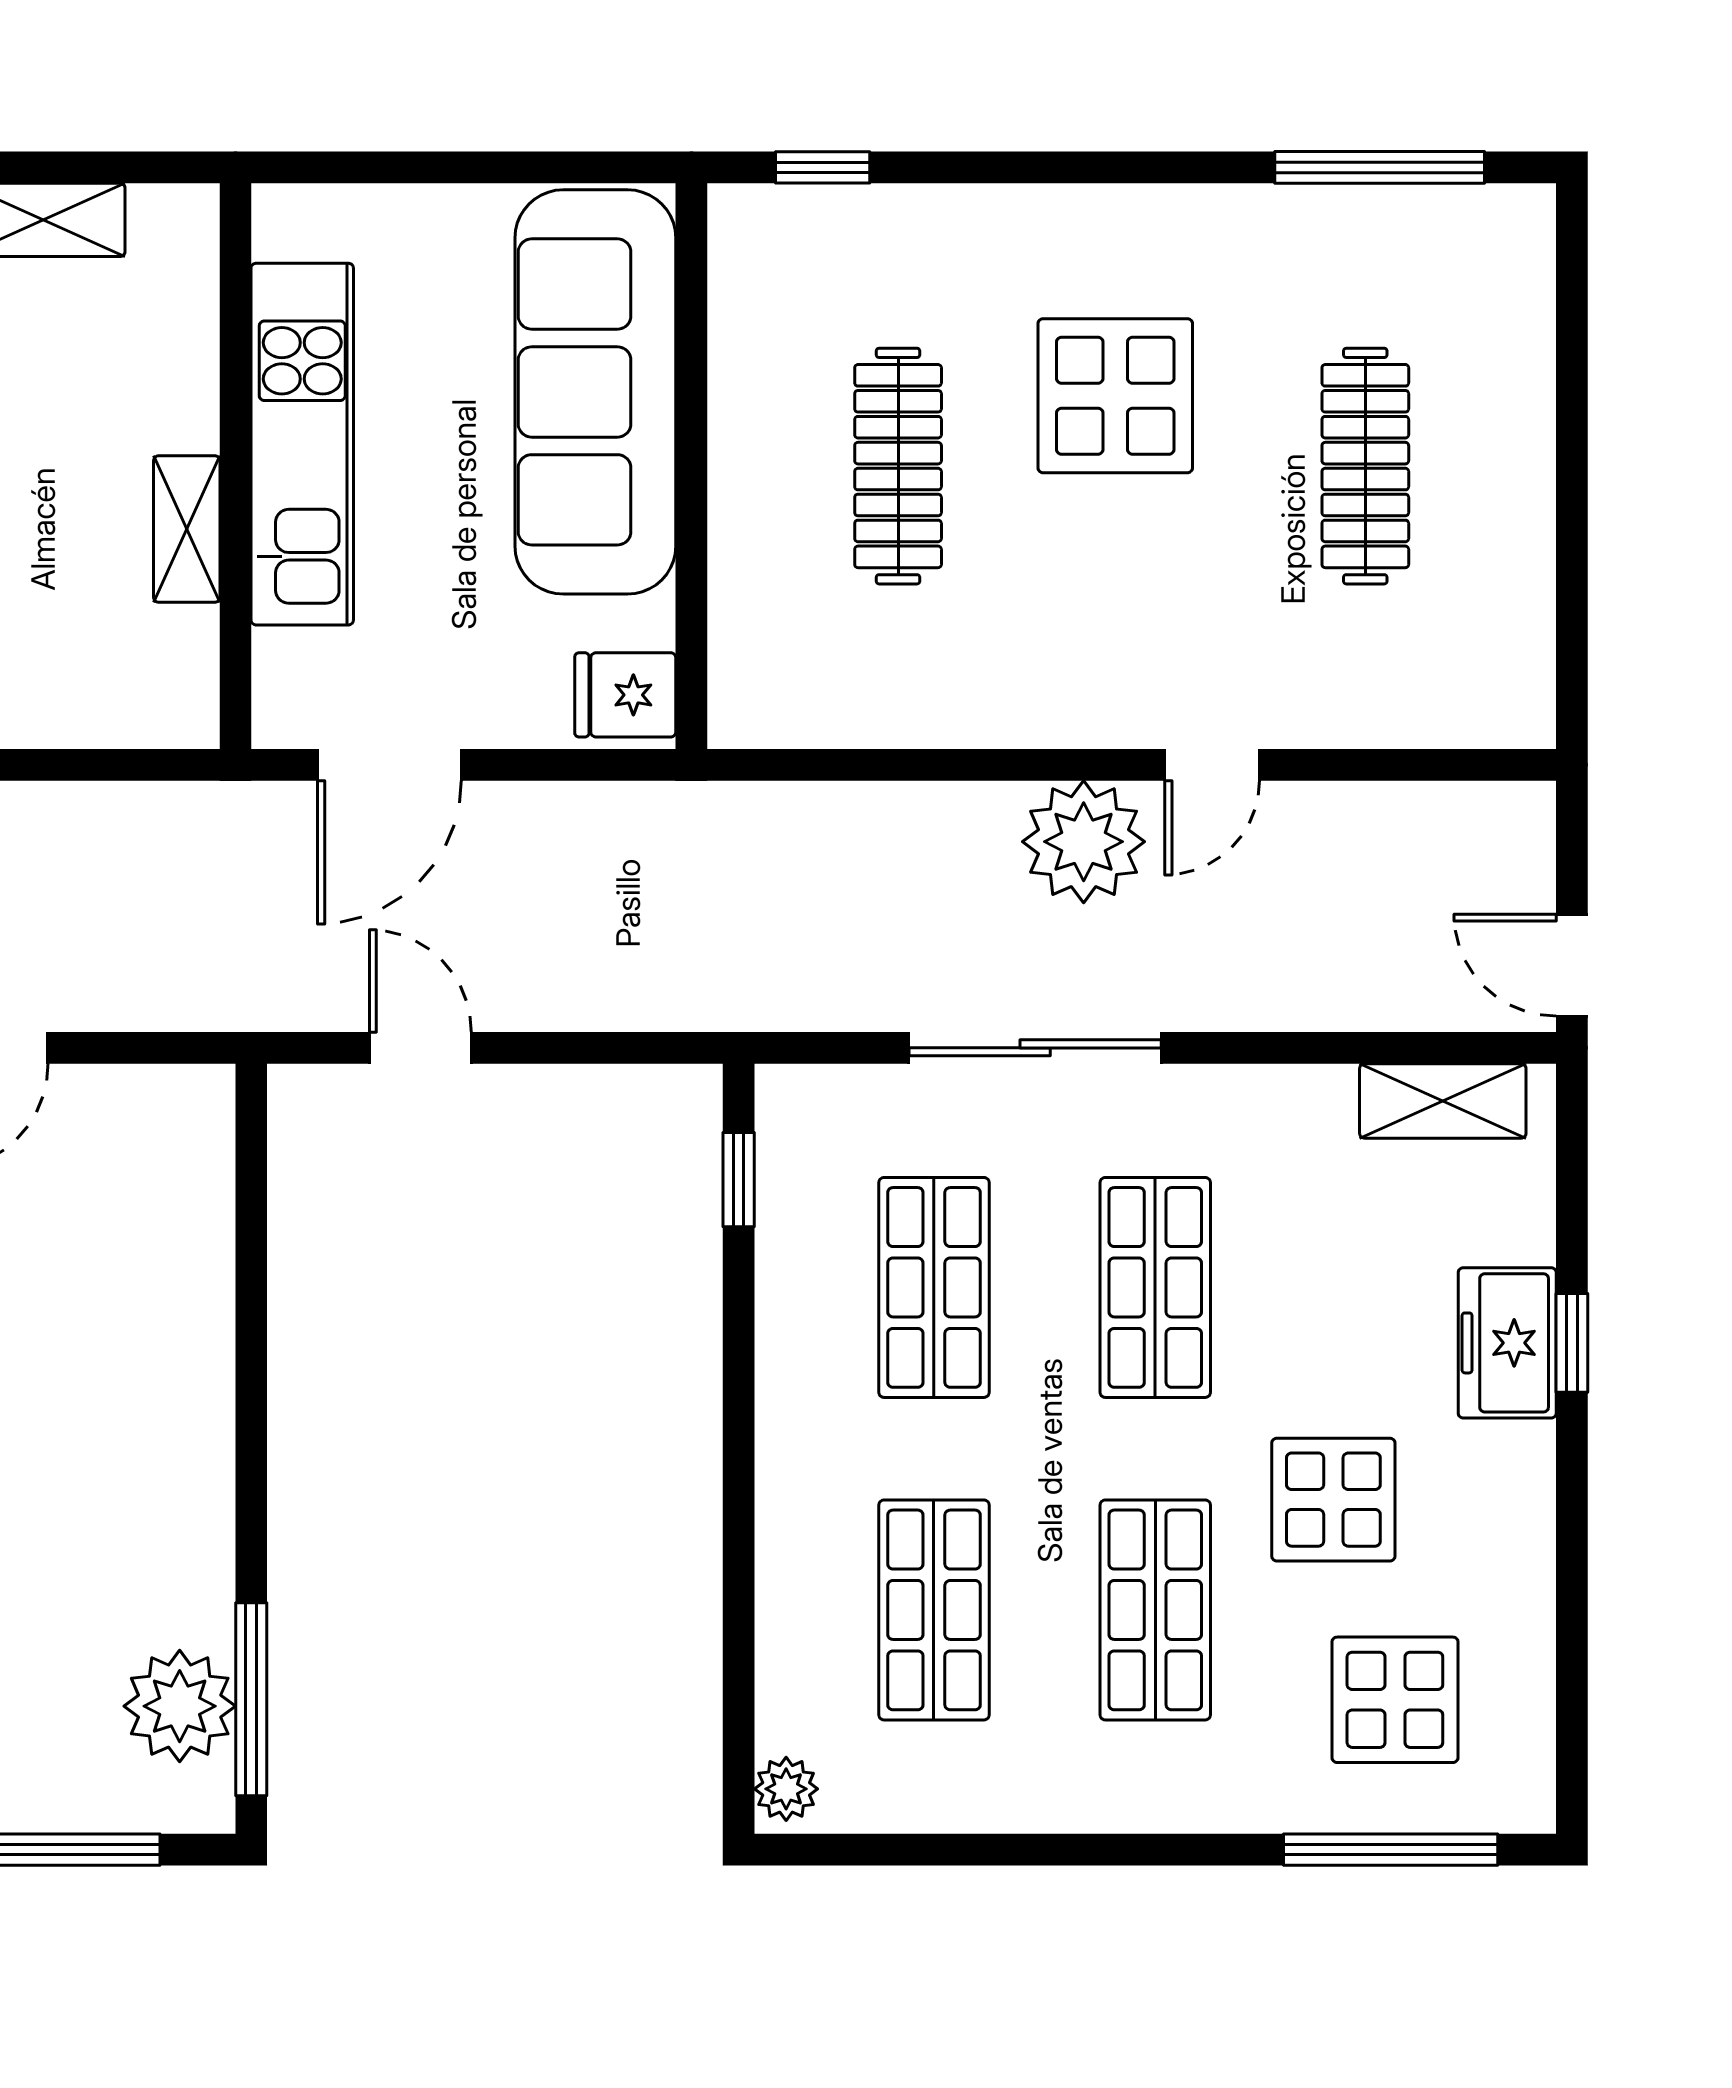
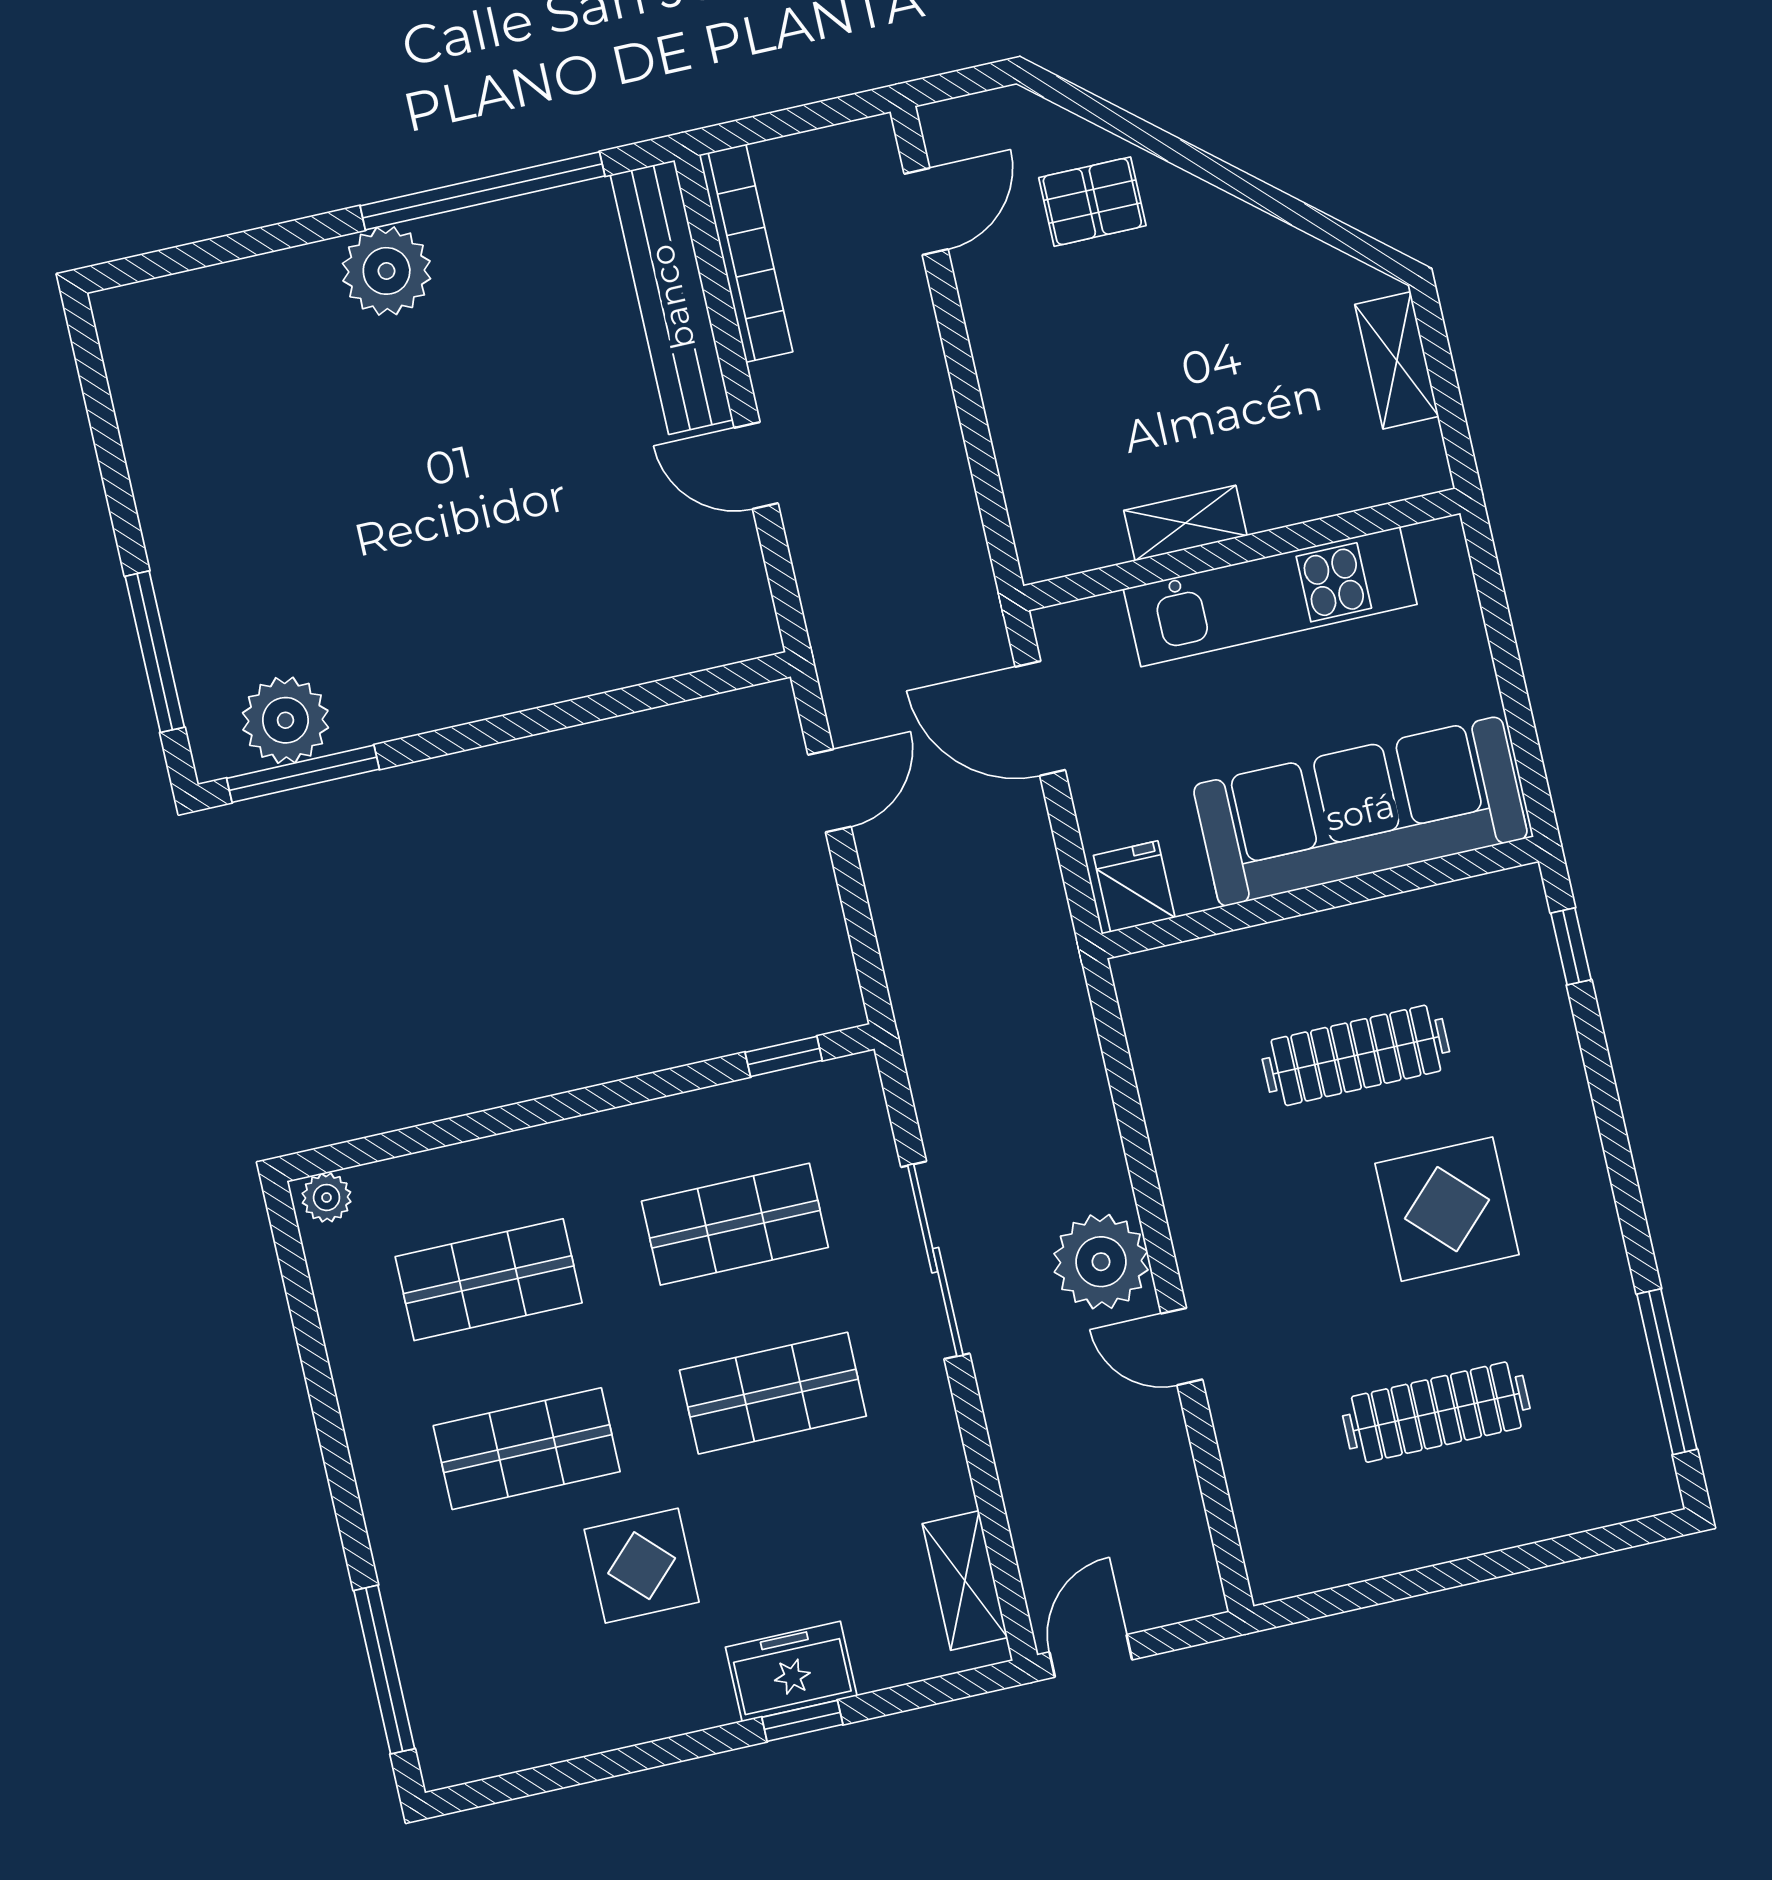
display table: (1395, 1700) -> (499, 1647), removed

